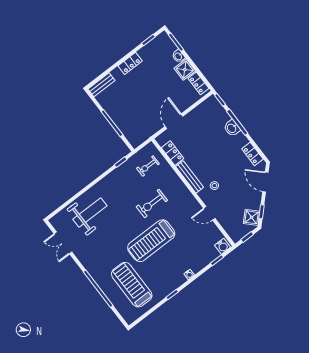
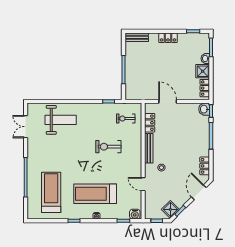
door: (174, 121) -> (168, 101), hinge flipped
washbasin: (232, 128) -> (204, 109), moved
treadmill: (151, 241) -> (95, 194), moved

